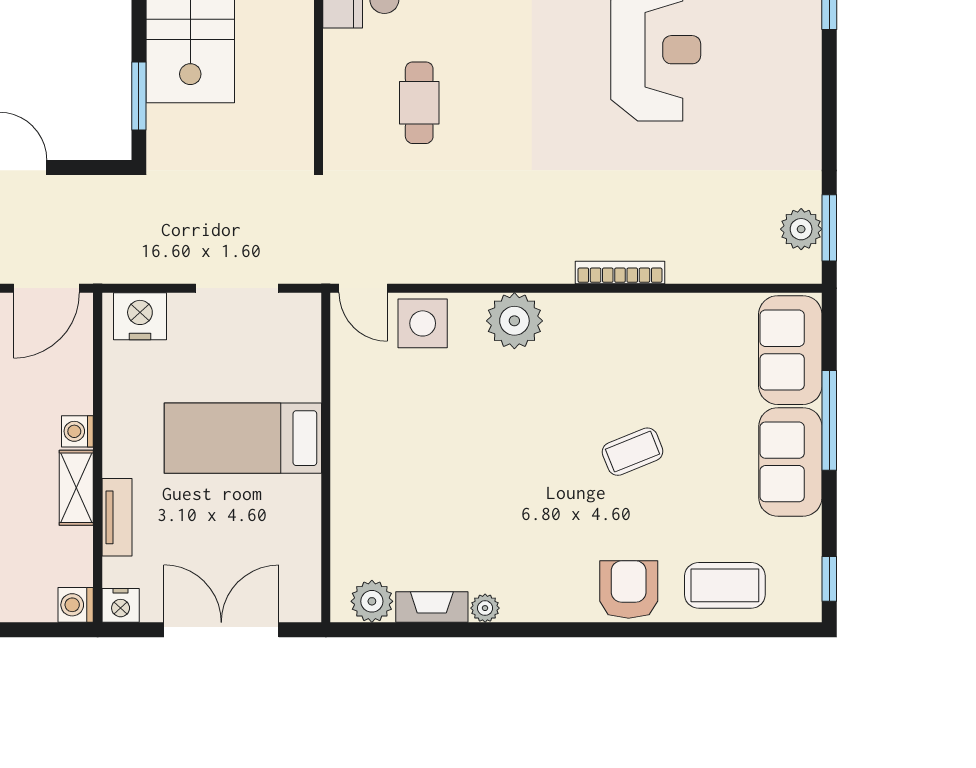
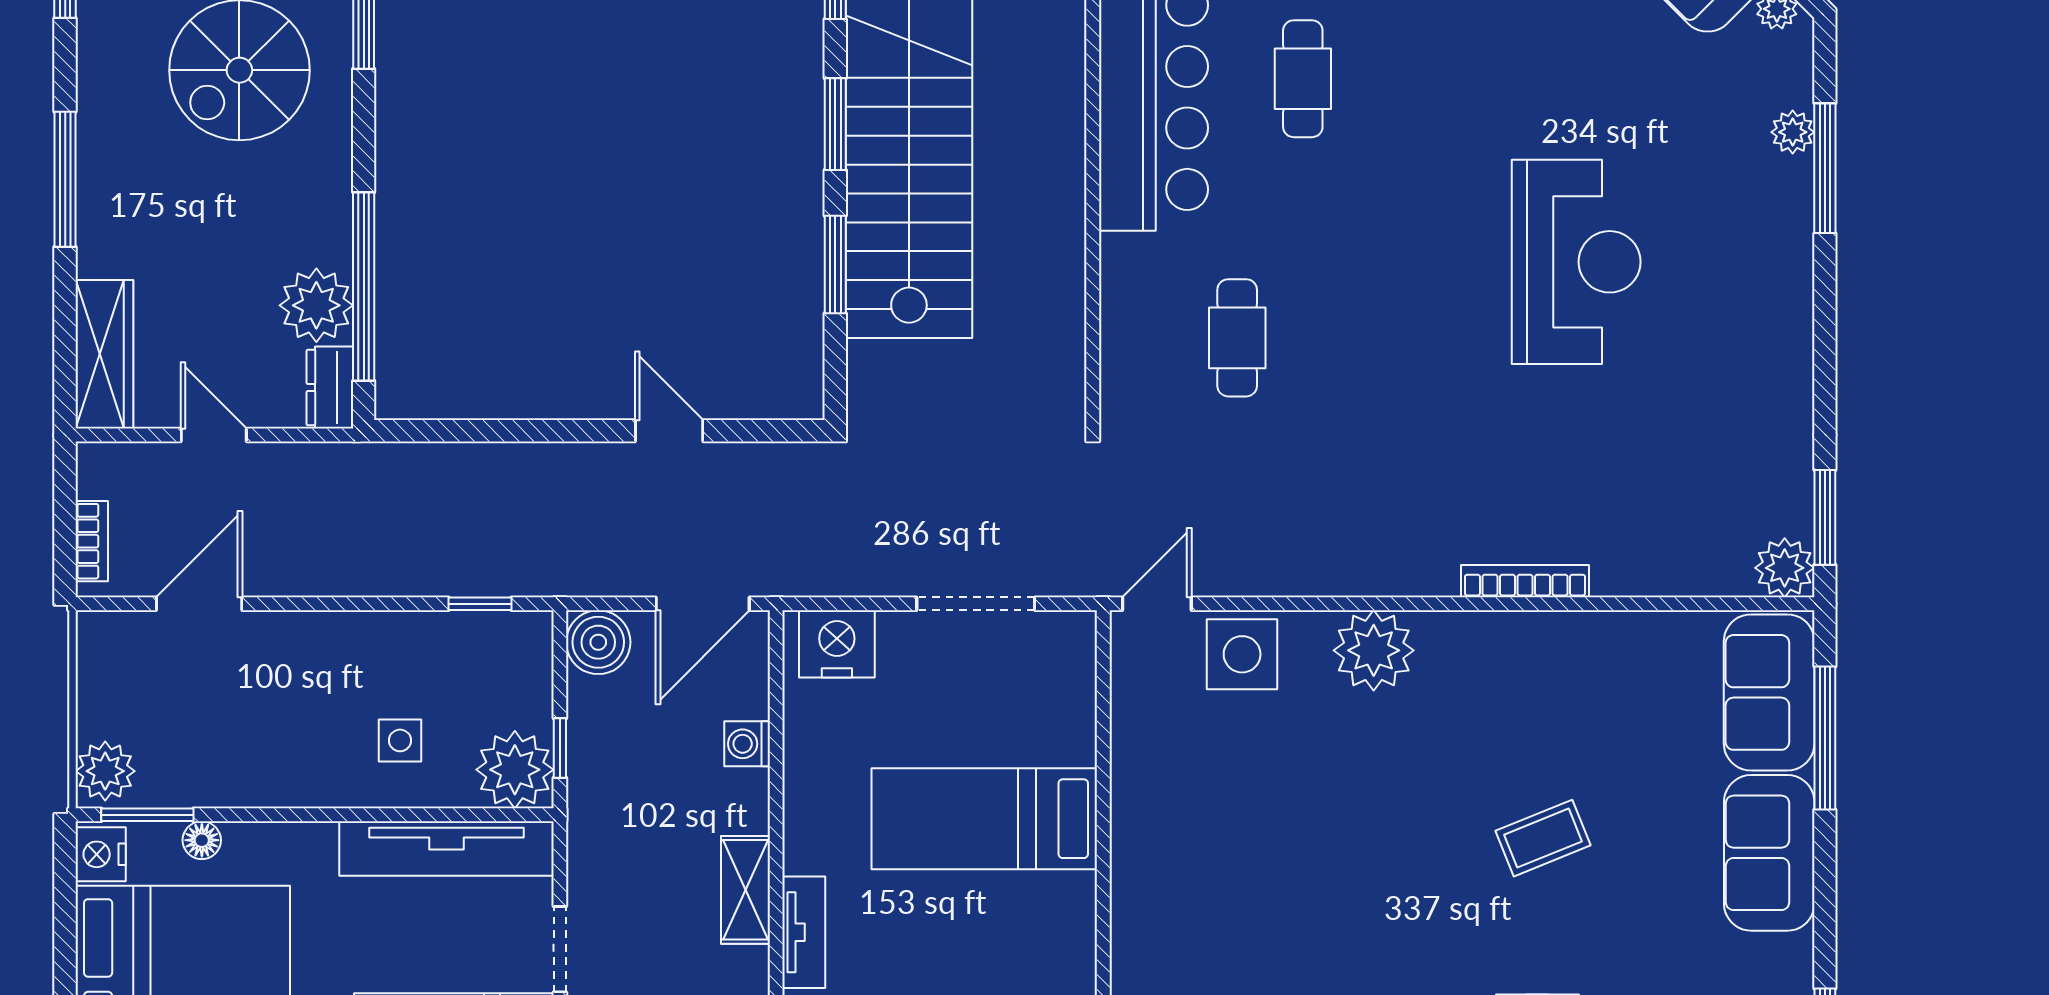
window: (139, 96) -> (835, 264), moved
plant: (801, 229) -> (1785, 568), moved
door: (363, 288) -> (1157, 604), swing flipped
window: (829, 420) -> (1825, 738), moved
washing machine: (77, 431) -> (747, 744), moved

